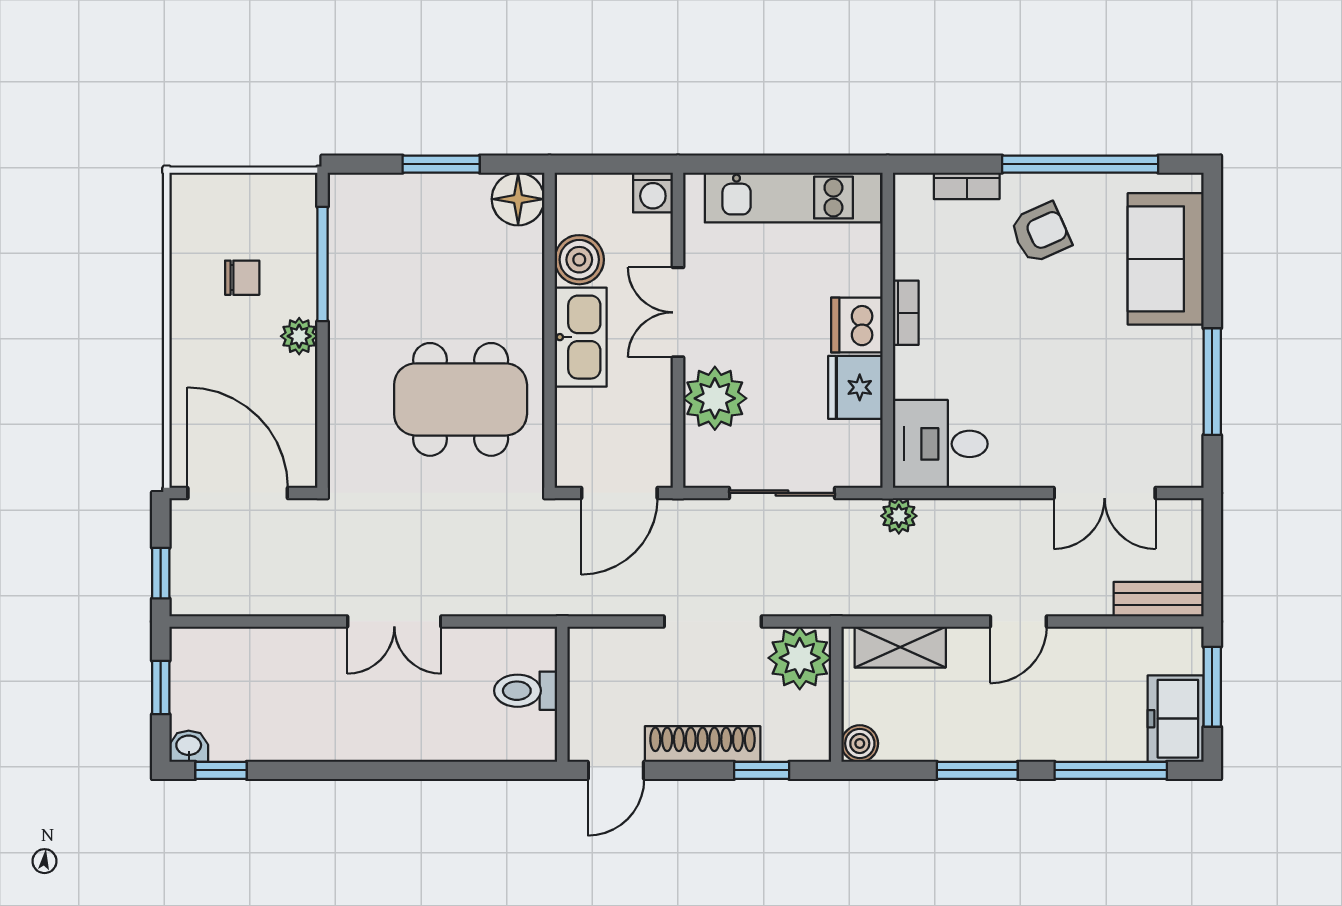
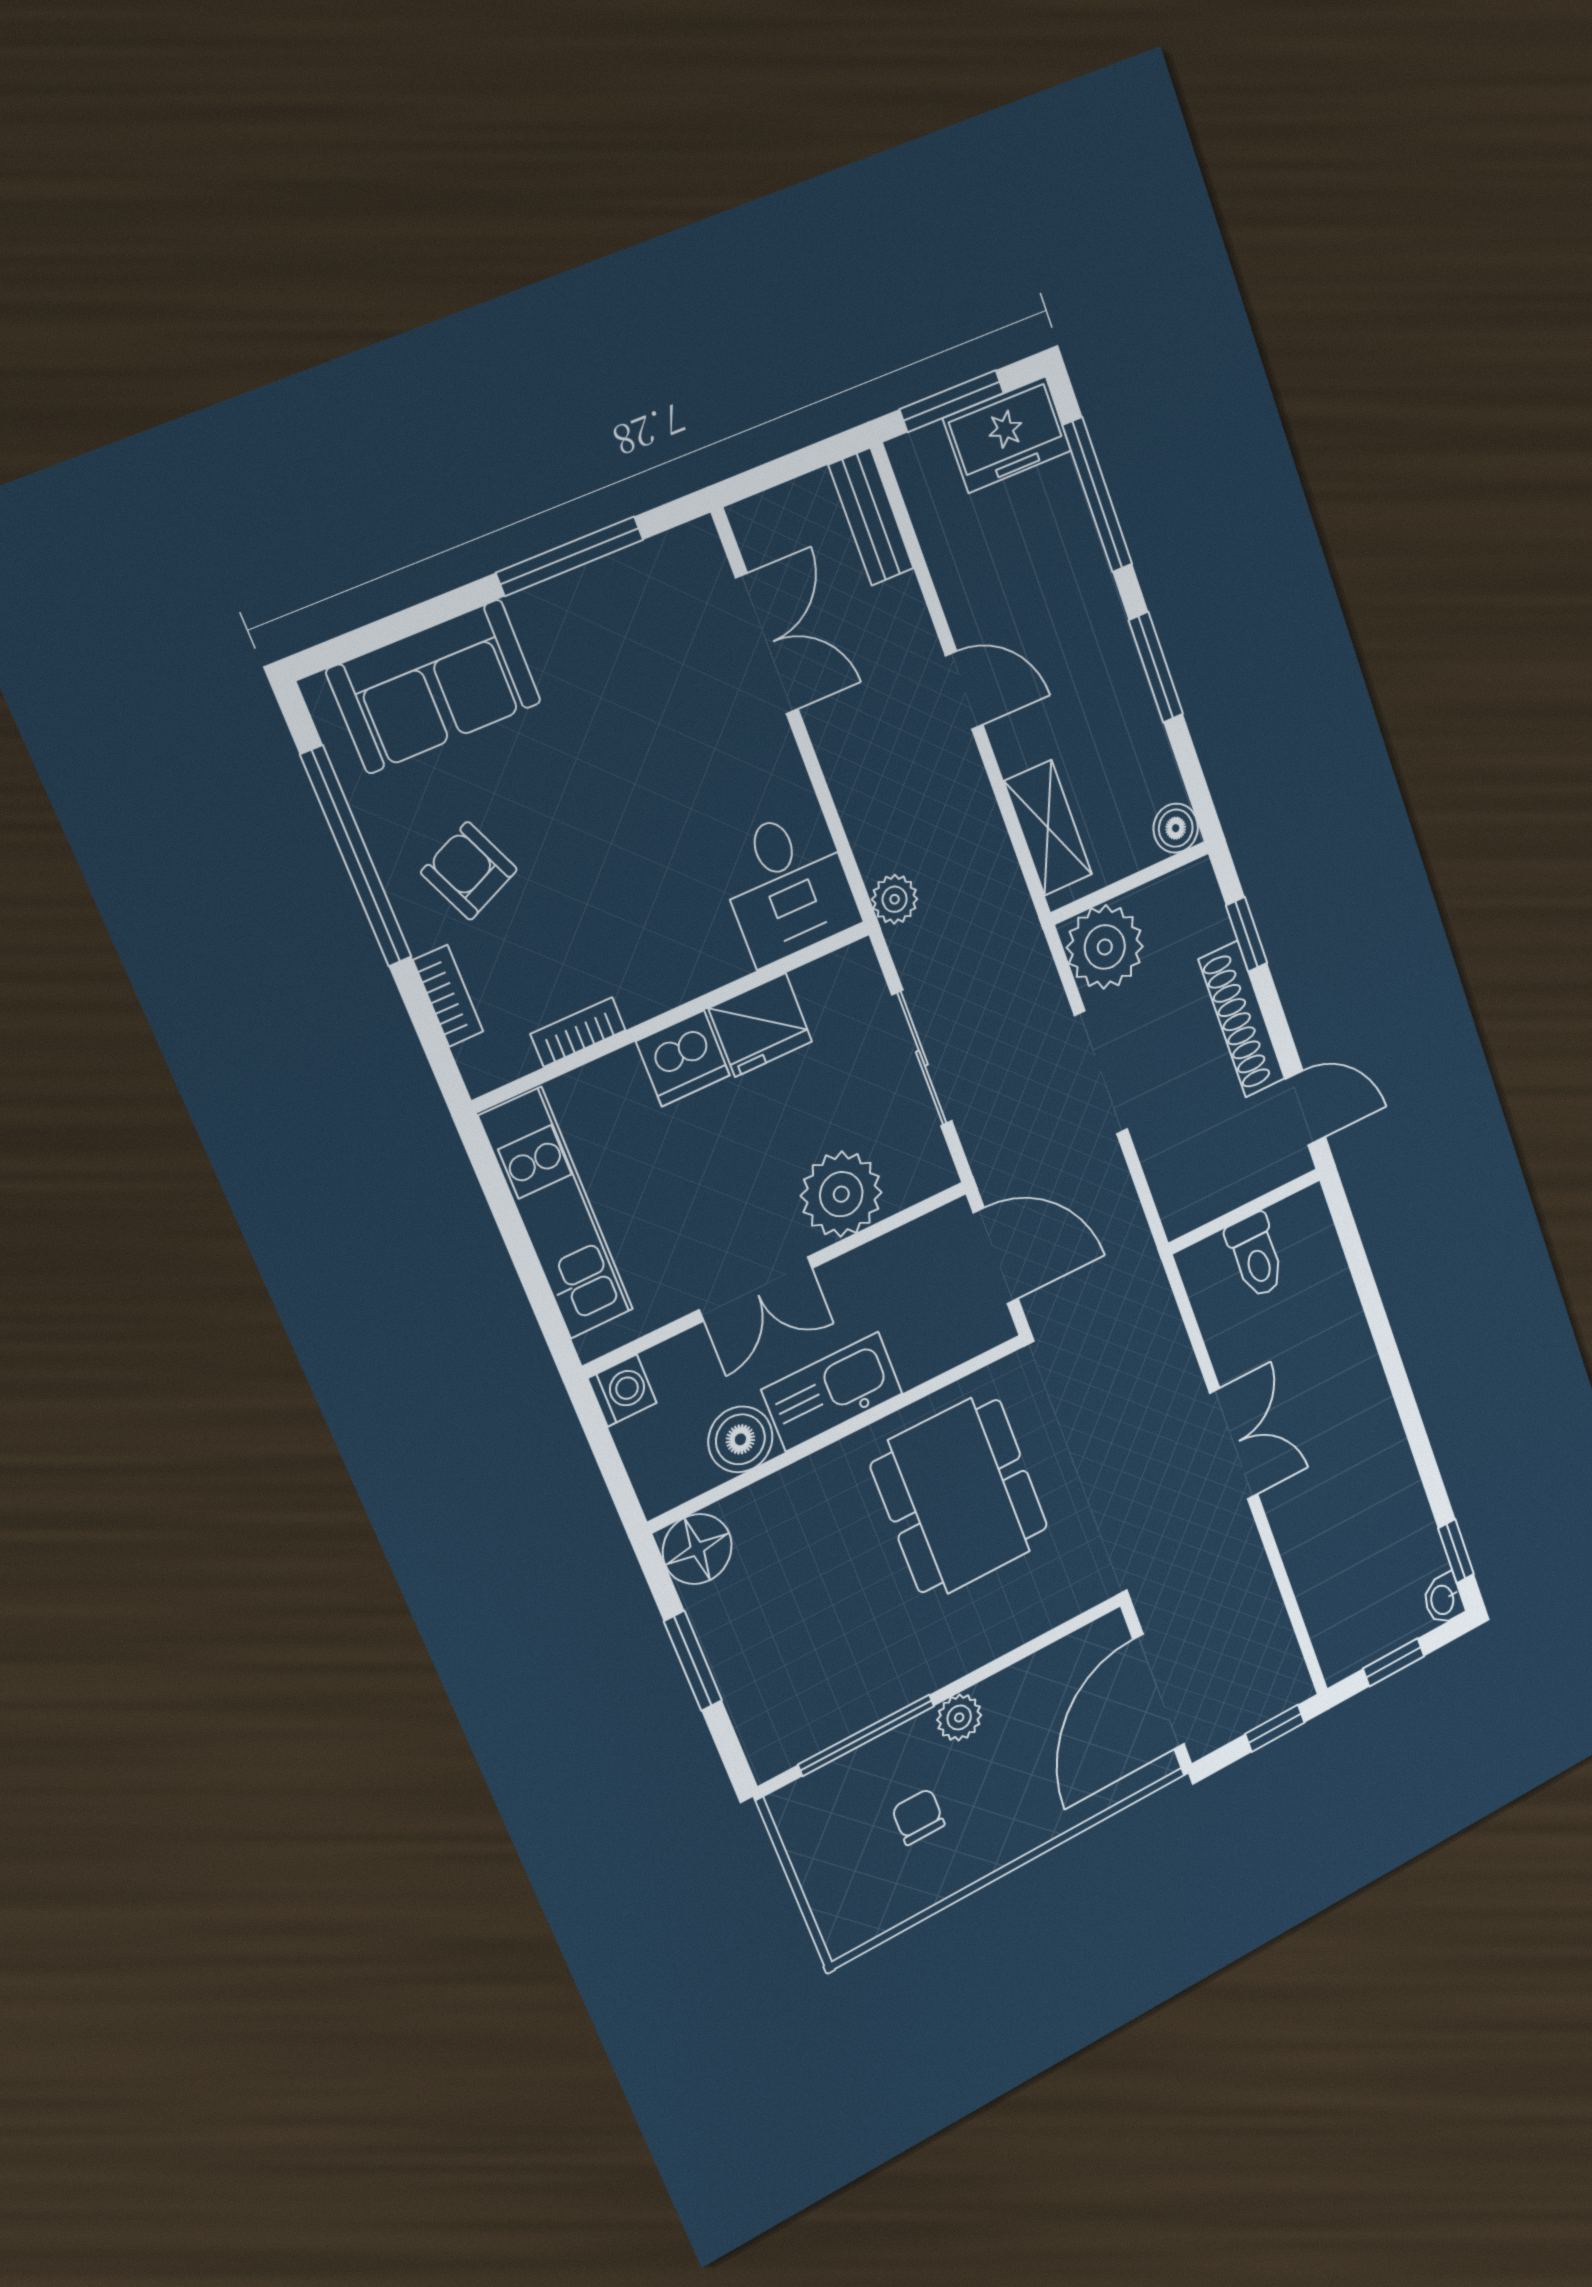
bookcase: (906, 313) -> (578, 1032), moved

